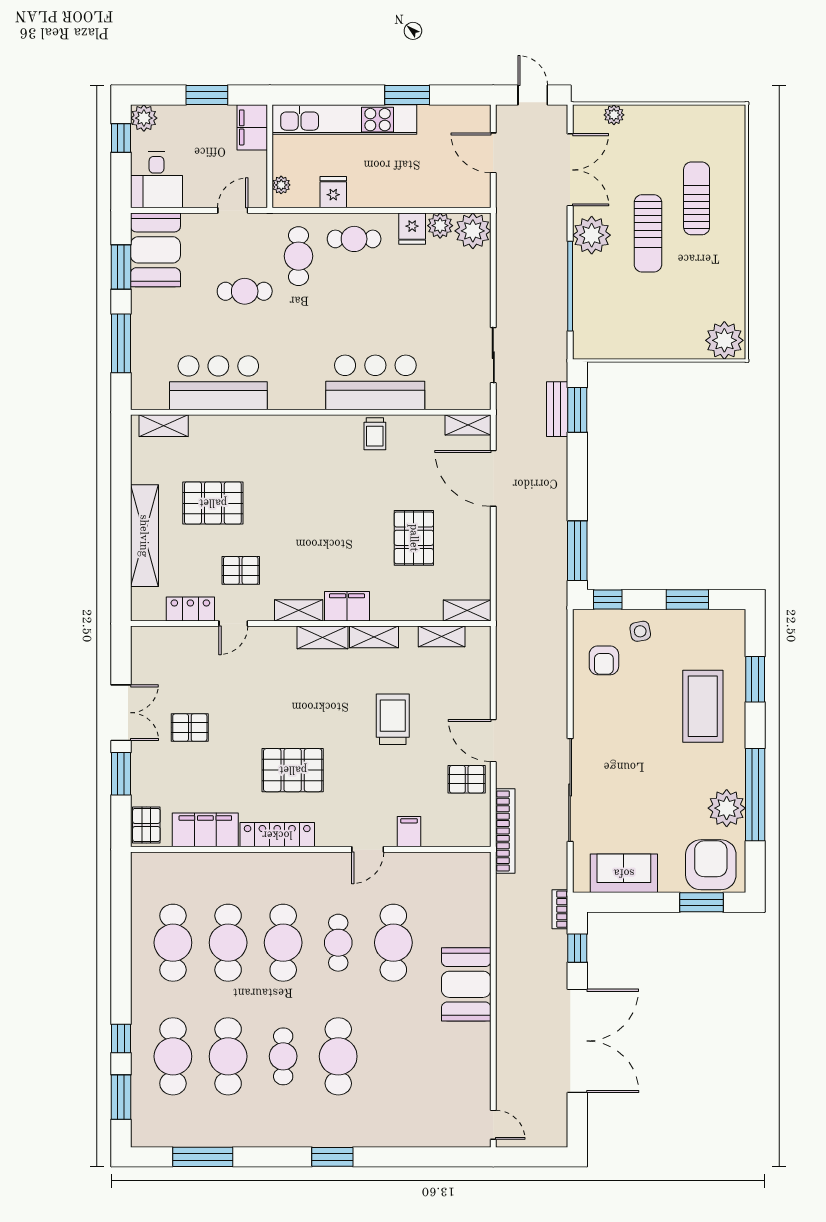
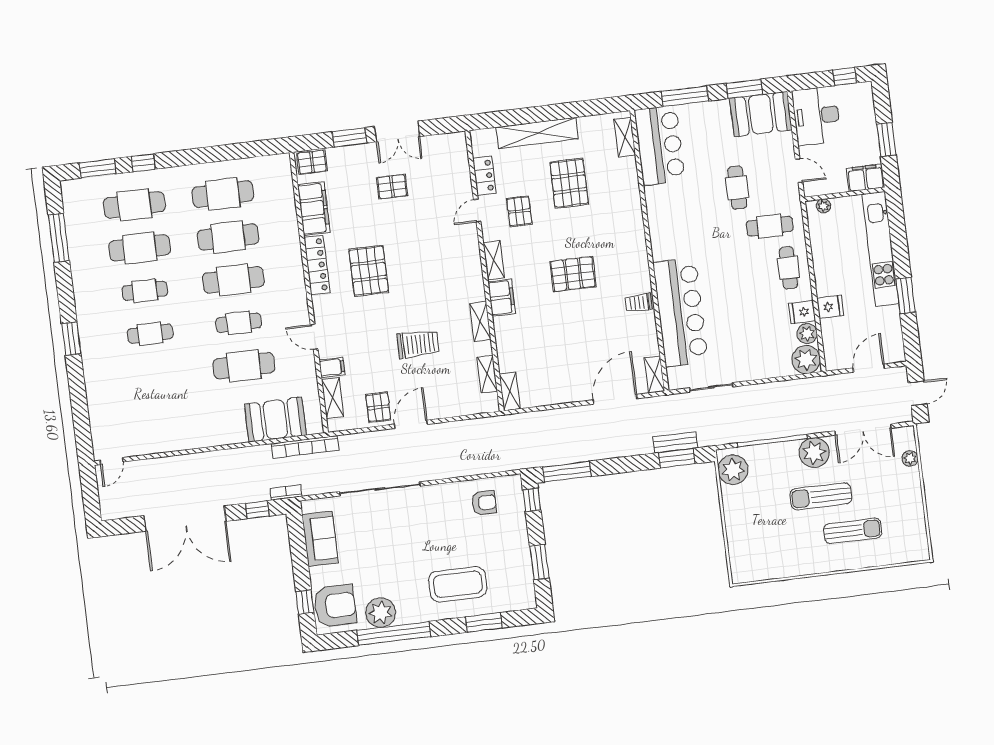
plant: (144, 118) -> (863, 93), removed
desk: (156, 180) -> (816, 116), width x1.37
fridge: (333, 192) -> (830, 307), moved
plant: (724, 340) -> (733, 470), moved
bar counter: (375, 382) -> (680, 312), width x1.36
bar counter: (218, 383) -> (660, 145), moved
pallet: (414, 538) -> (573, 274), moved
door: (233, 624) -> (477, 211), hinge flipped
side table: (640, 631) -> (510, 528), removed
shelving: (322, 637) -> (333, 398), moved
armchair: (604, 660) -> (484, 503), turned 180
pallet: (190, 728) -> (392, 187), turned 90
bookcase: (505, 831) -> (305, 447), moved
window: (702, 902) -> (305, 602), width x0.67
booth: (466, 984) -> (275, 420), moved
cafe table: (338, 1056) -> (150, 334), width x0.73, depth x0.74

